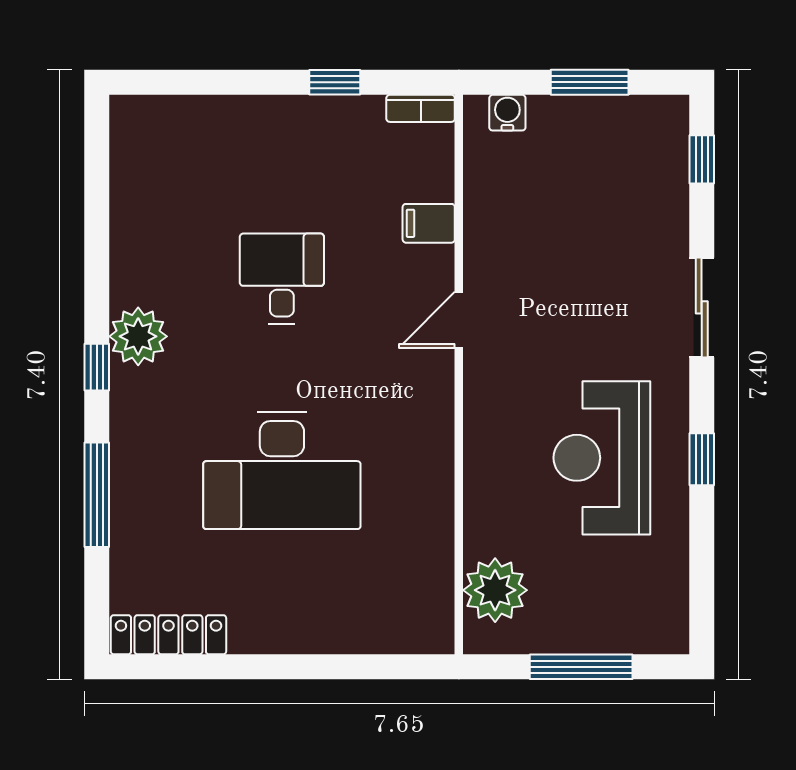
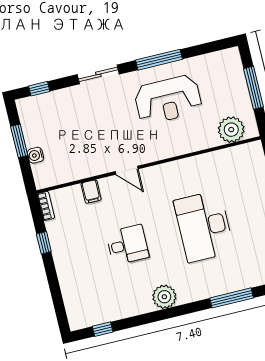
water cooler: (507, 113) -> (36, 155), moved
desk: (282, 279) -> (127, 245), turned 180
window: (97, 367) -> (103, 329), moved
window: (702, 459) -> (159, 60), width x2.17
desk: (282, 470) -> (204, 226), turned 180

